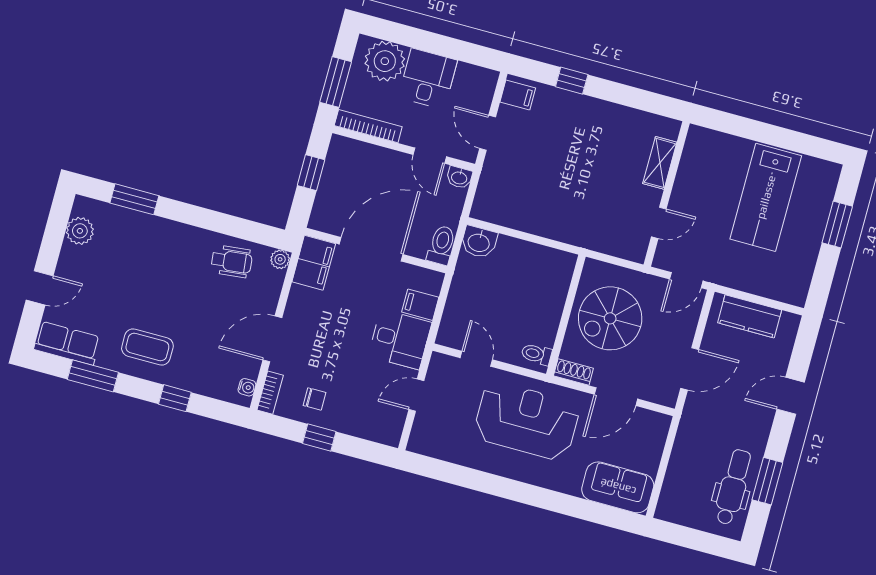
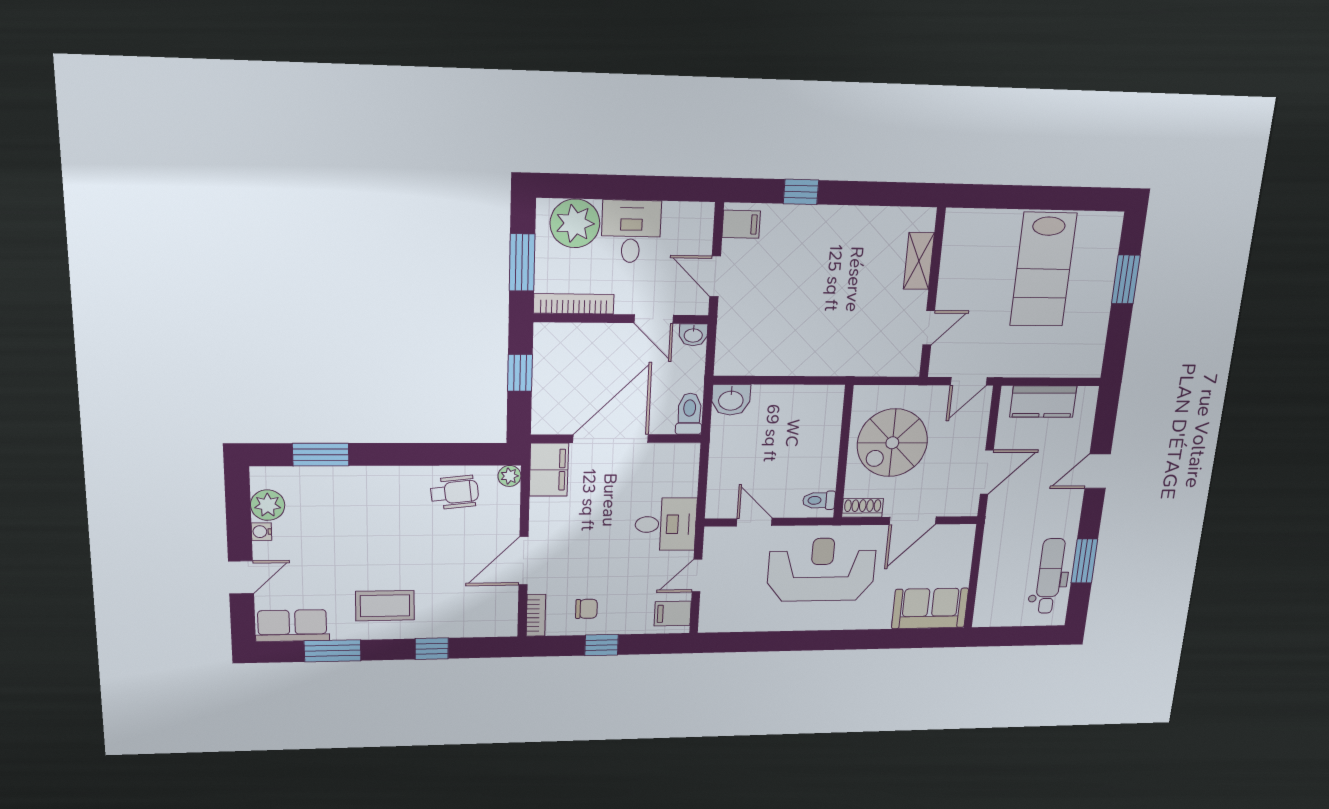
filing cabinet: (420, 305) -> (673, 614), moved
water cooler: (247, 387) -> (261, 532), moved, turned 180

